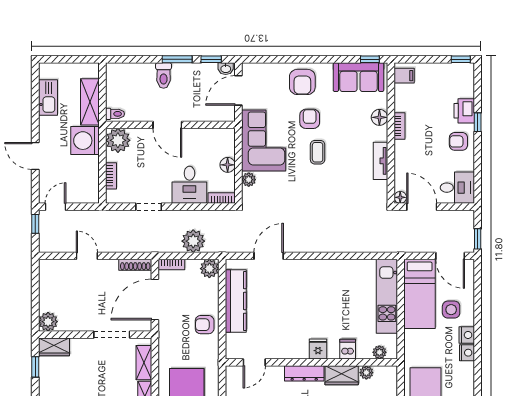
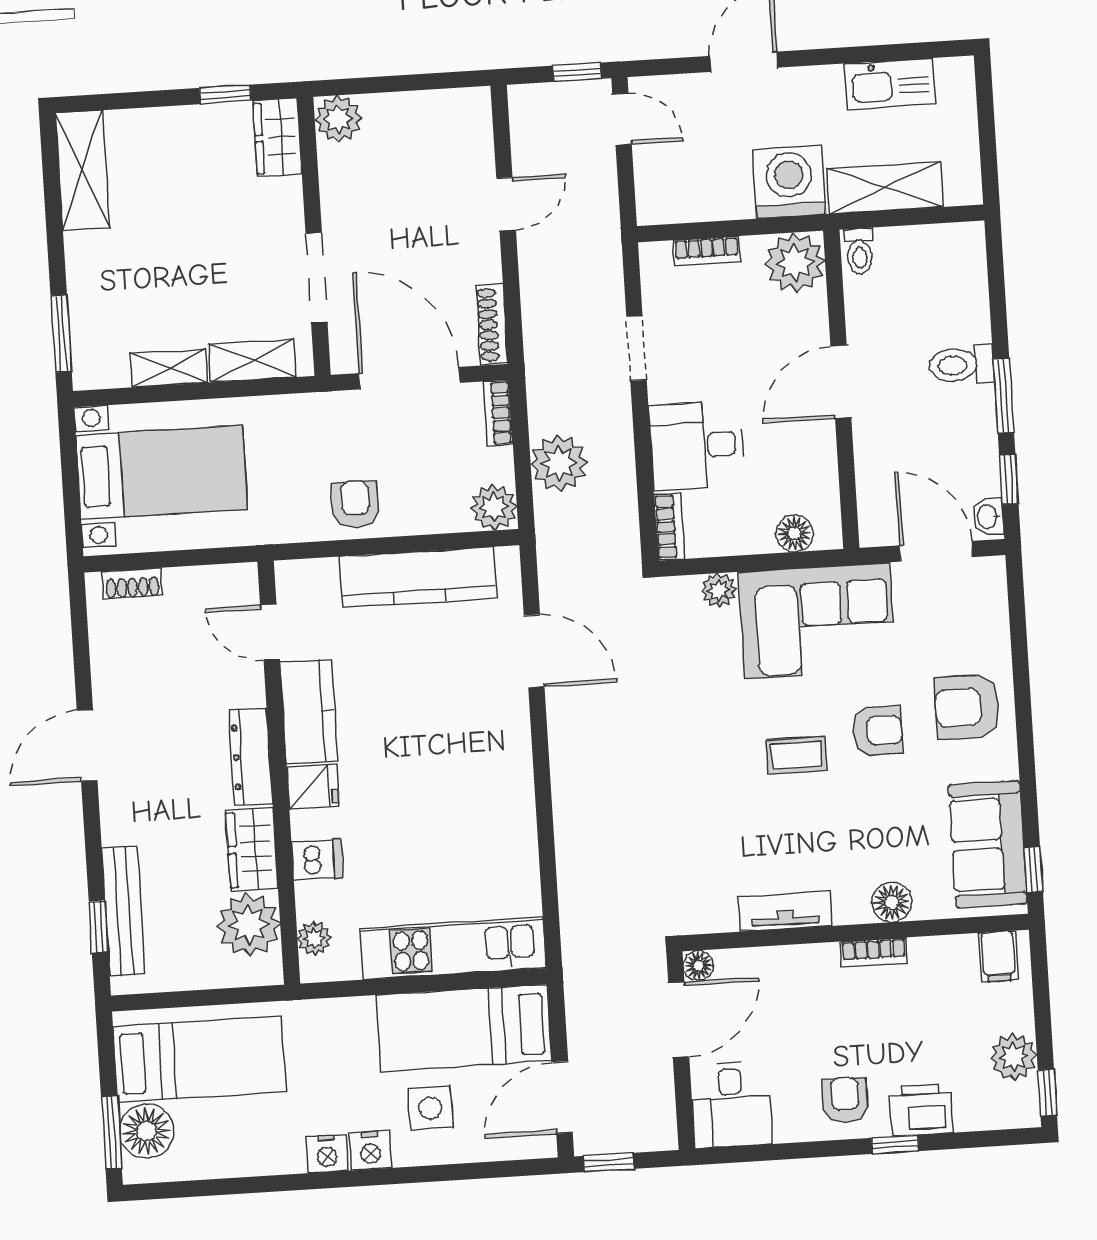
plant: (445, 72) -> (1014, 1057), added
floor lamp: (228, 165) -> (794, 533), moved
kitchen counter: (287, 349) -> (309, 712), added
plant: (366, 373) -> (249, 925), width x1.88, depth x1.88

